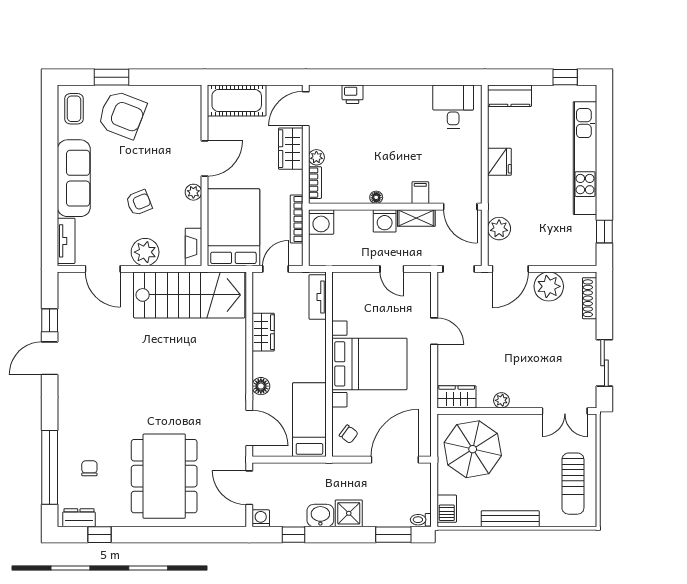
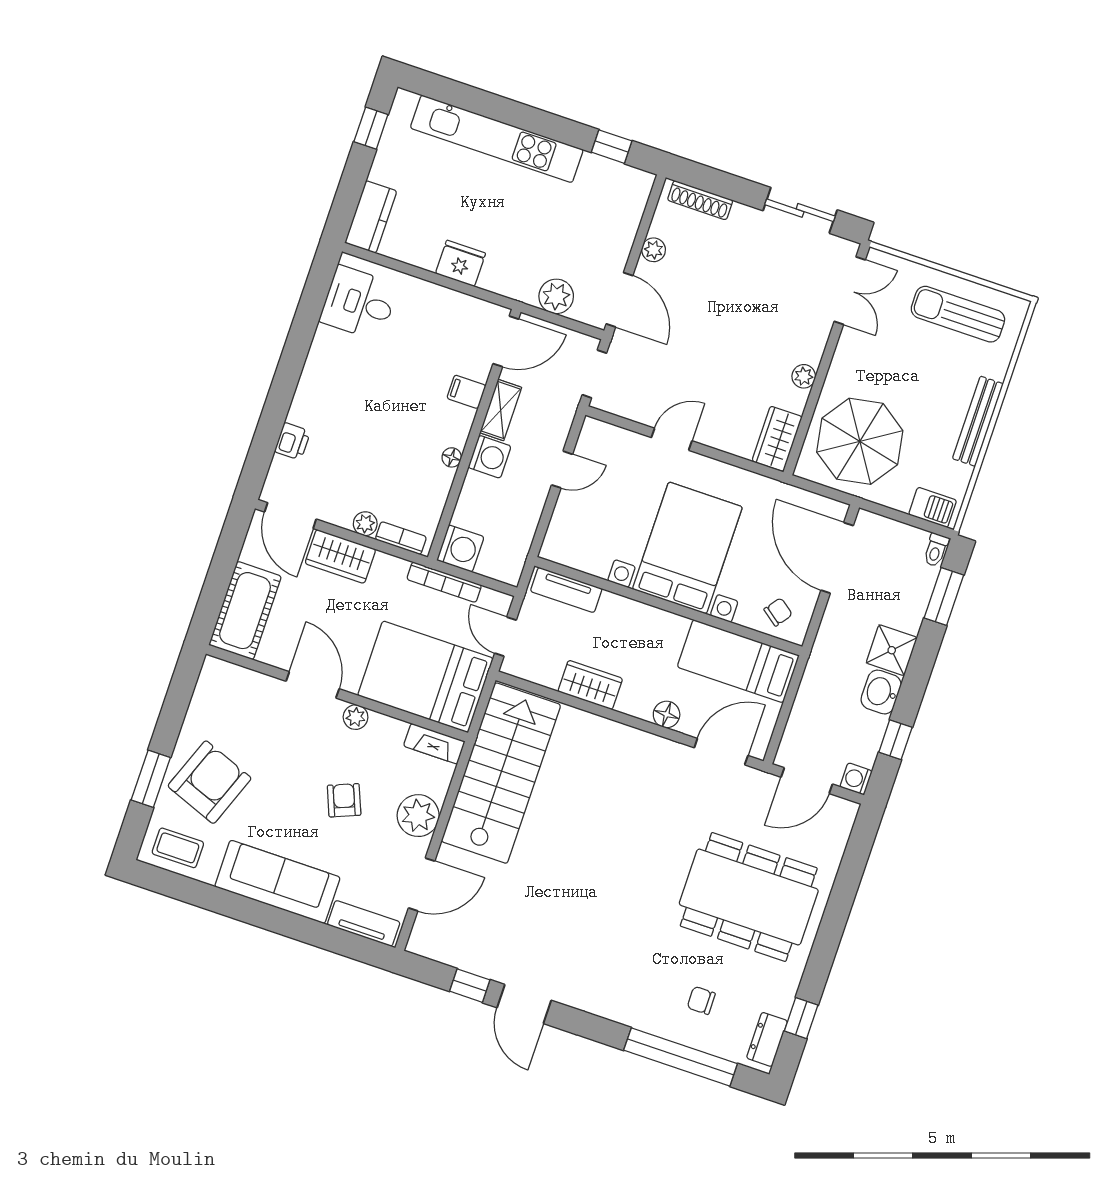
plant: (549, 286) -> (654, 250), width x0.53, depth x0.53
sun lounger: (573, 484) -> (958, 314), turned 180

